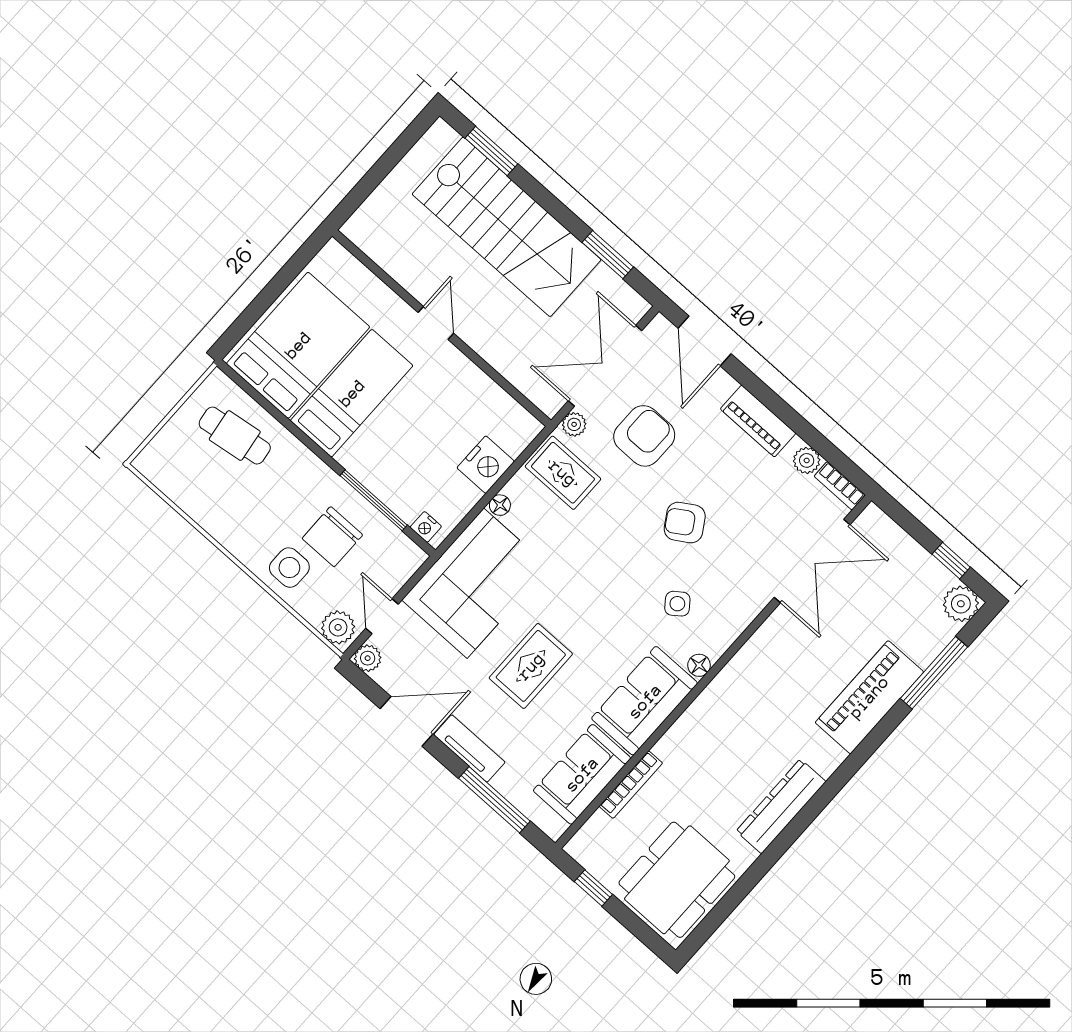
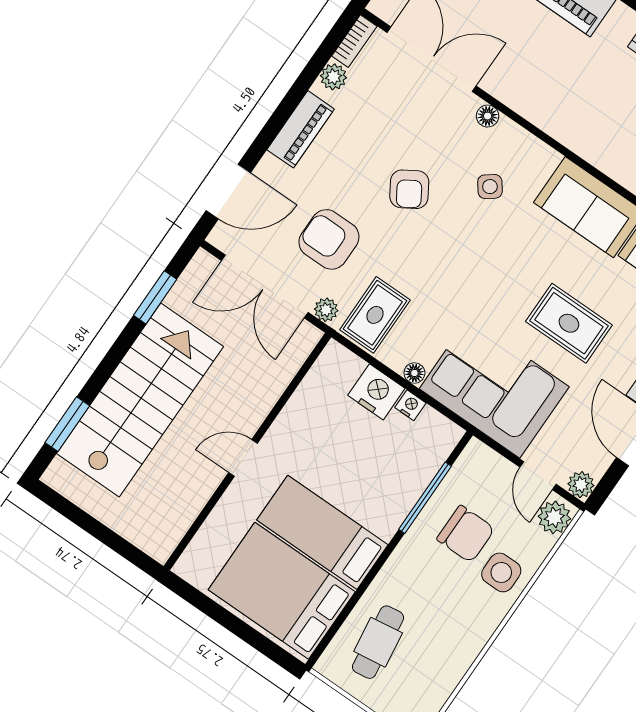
nightstand: (426, 527) -> (410, 405), moved, turned -90
door: (382, 616) -> (538, 476), hinge flipped
floor lamp: (699, 665) -> (488, 116), moved

